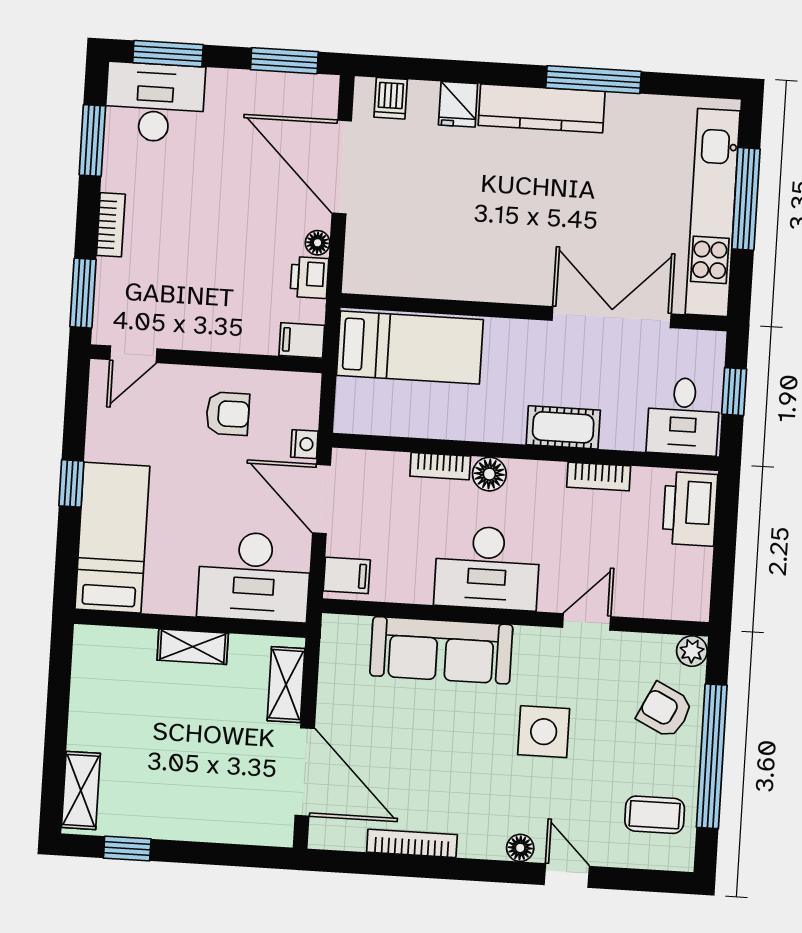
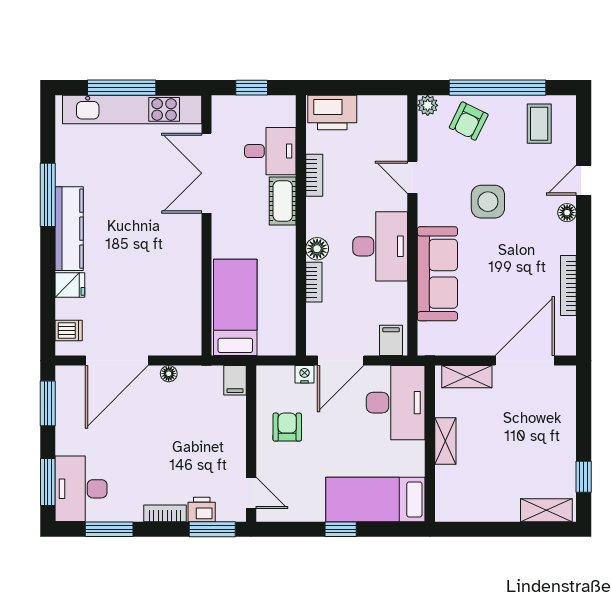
printer: (309, 278) -> (202, 509), moved, turned 180
desk: (683, 416) -> (270, 151), moved

